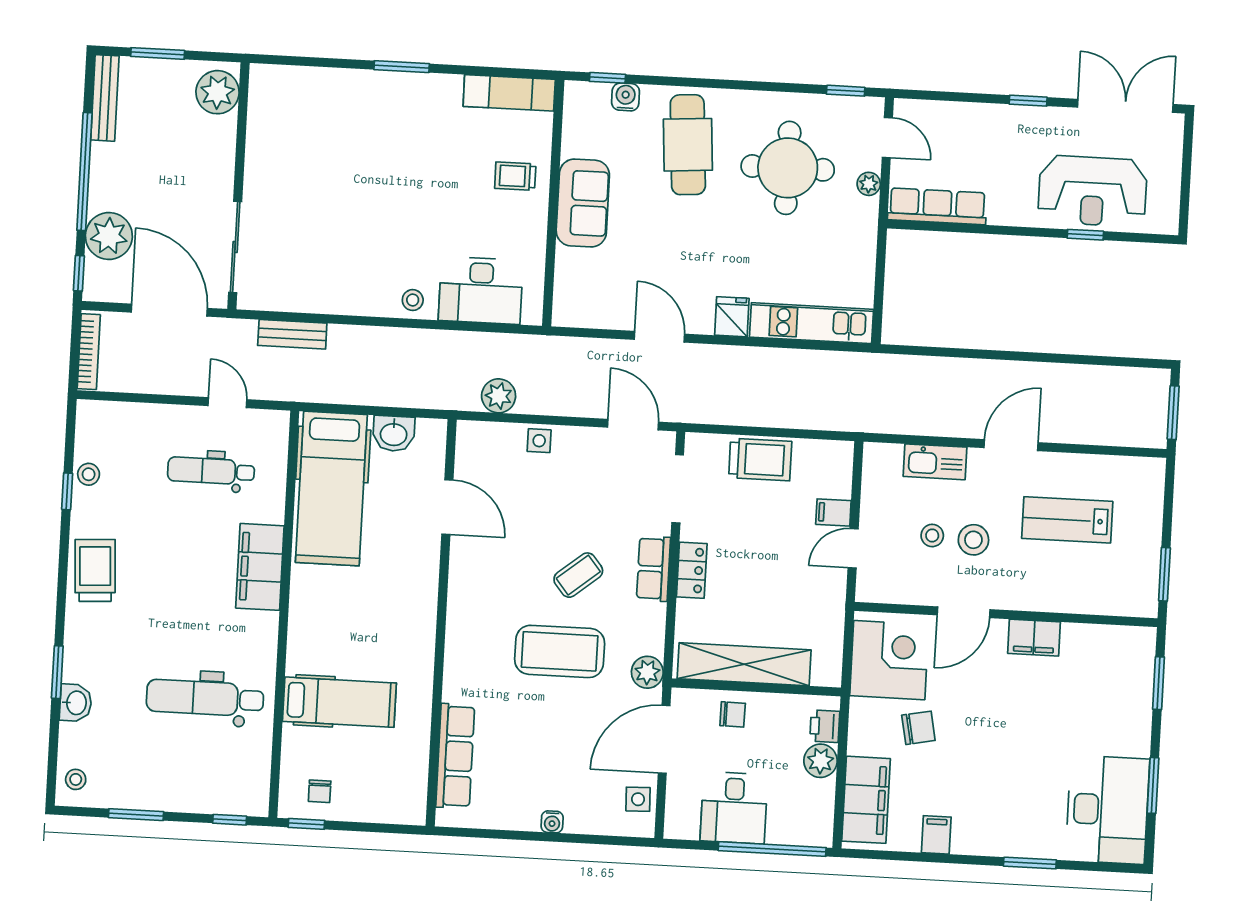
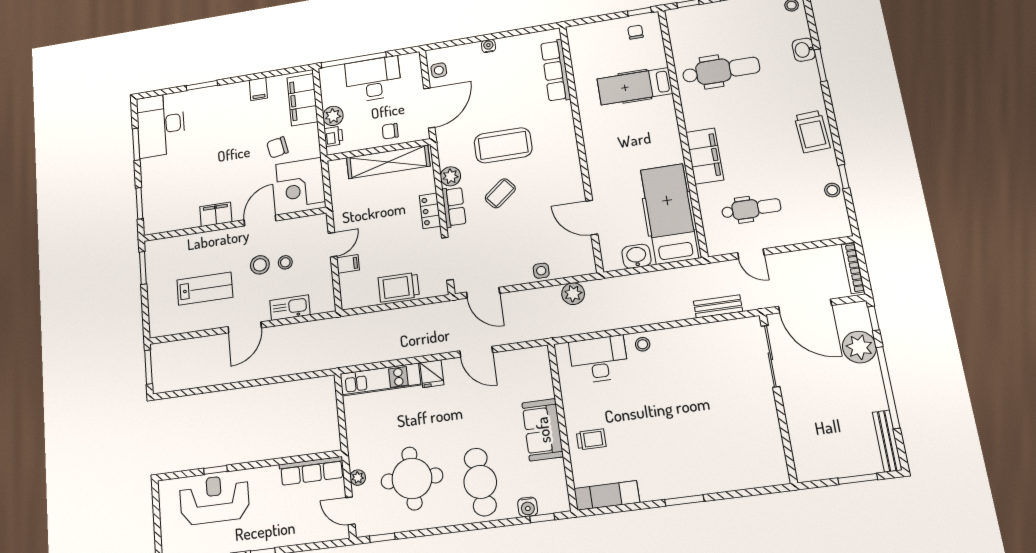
plant: (217, 92) -> (809, 459), removed
plant: (647, 672) -> (450, 176), moved
desk: (734, 808) -> (373, 79), width x1.37

